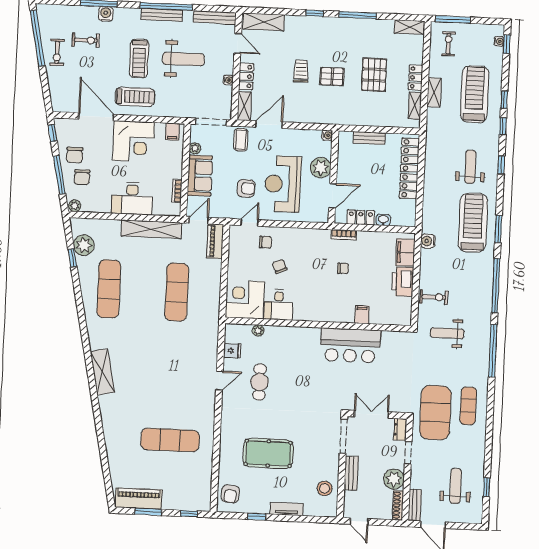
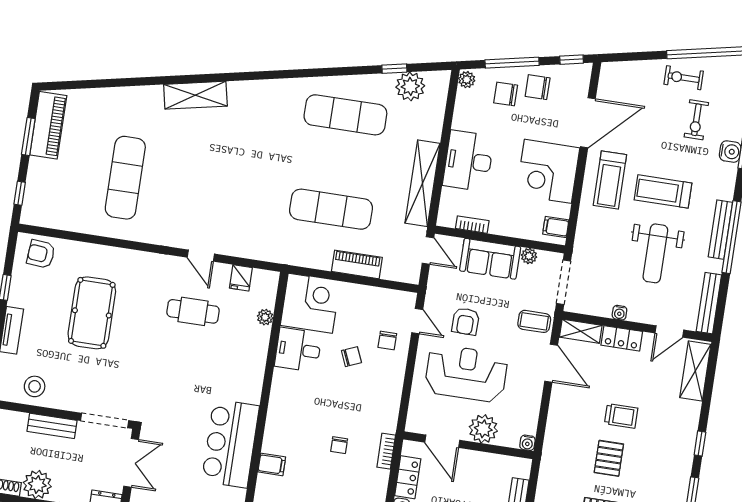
piano: (215, 241) -> (357, 264), moved
shelving: (102, 372) -> (195, 95), moved

